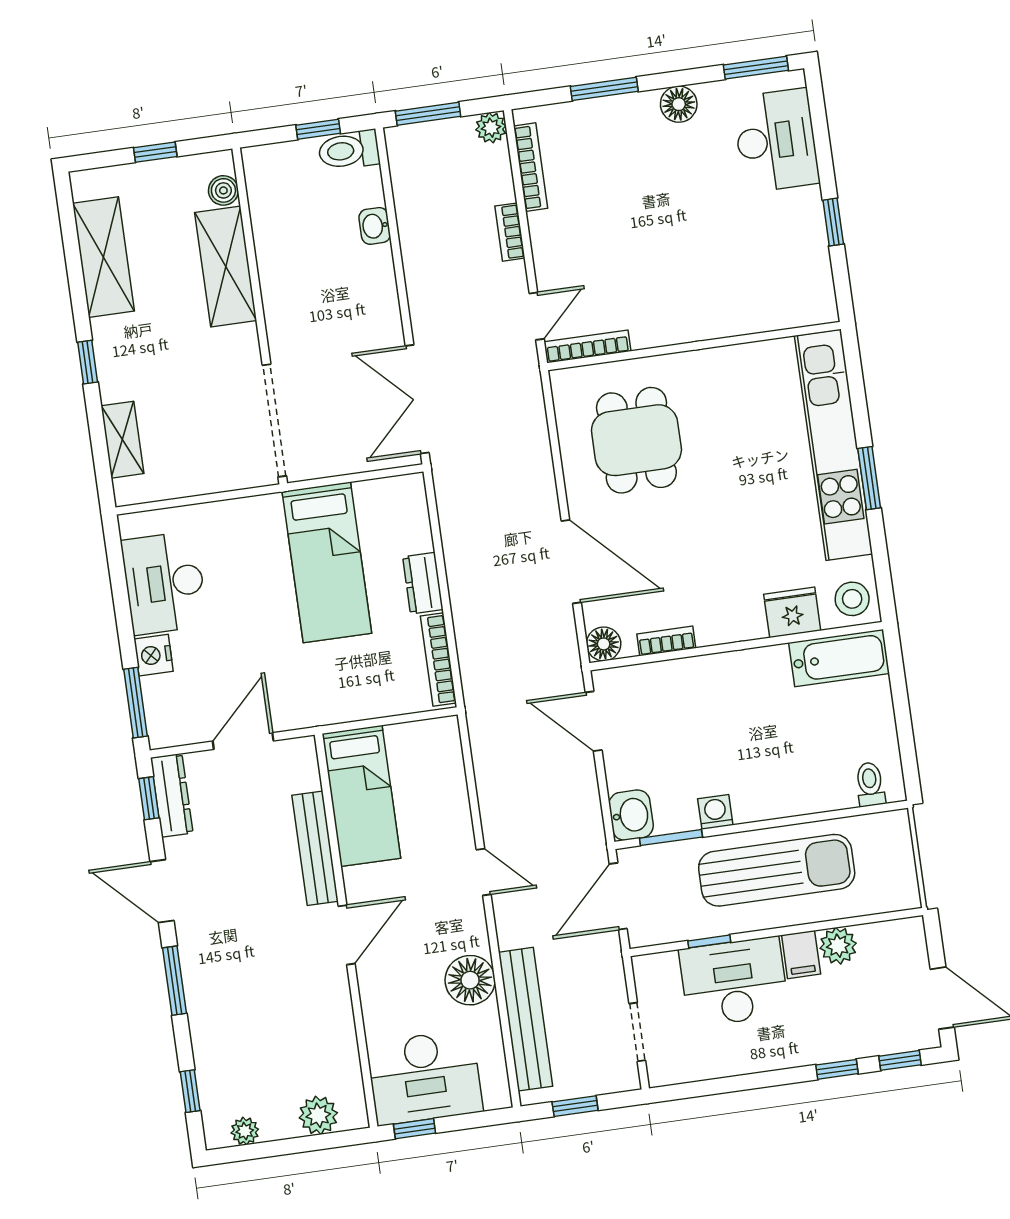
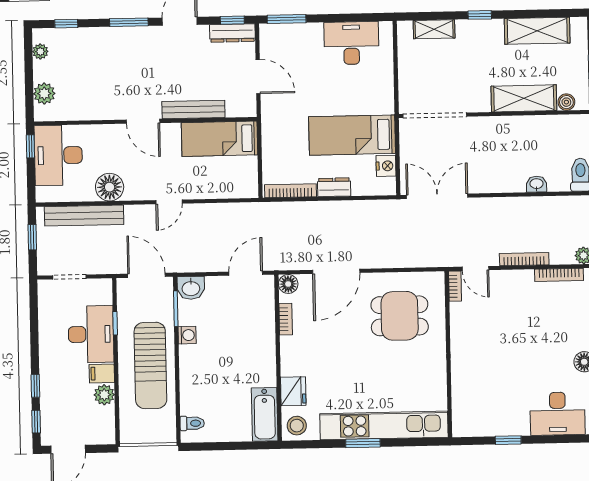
bookcase: (510, 232) -> (524, 259), width x1.56
bookcase: (587, 346) -> (455, 286), width x0.64
nightstand: (154, 655) -> (386, 166), moved, turned 90

